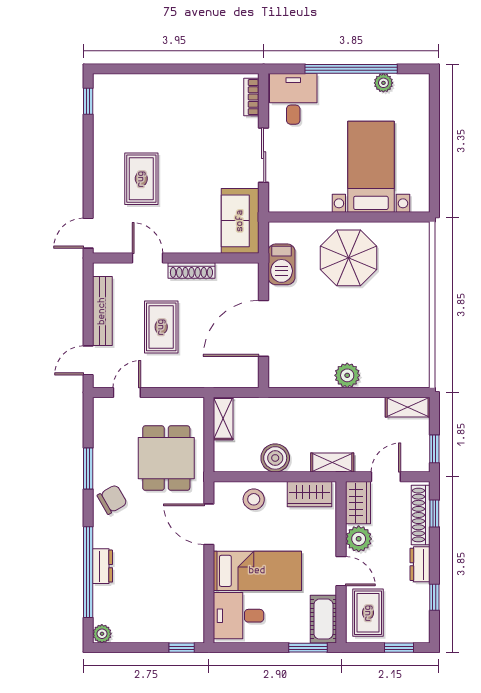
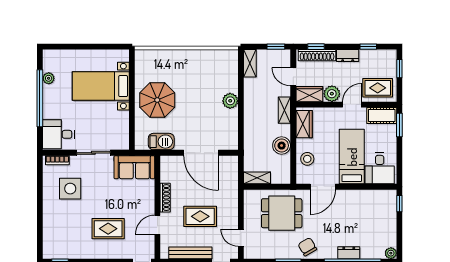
side table: (206, 118) -> (70, 189), added

